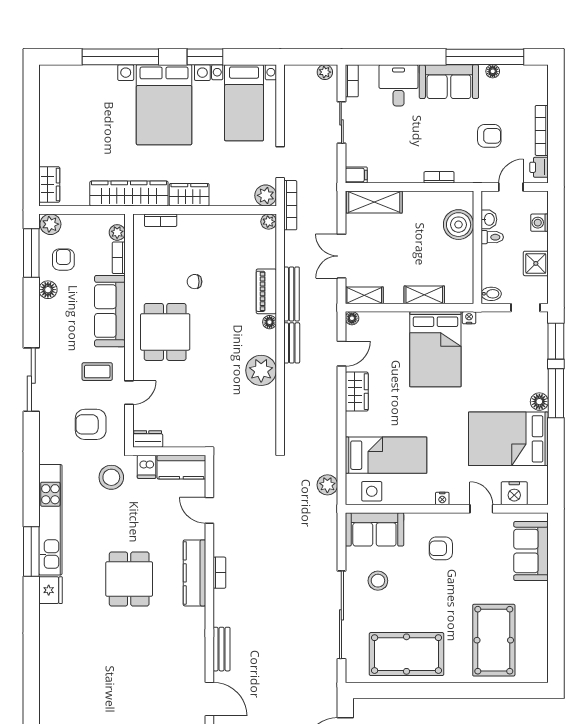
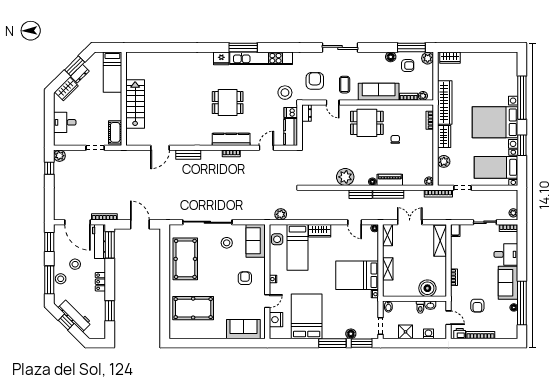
plant: (266, 195) -> (444, 161), moved
wardrobe: (357, 392) -> (320, 231), moved
floor lamp: (539, 402) -> (351, 334), moved

